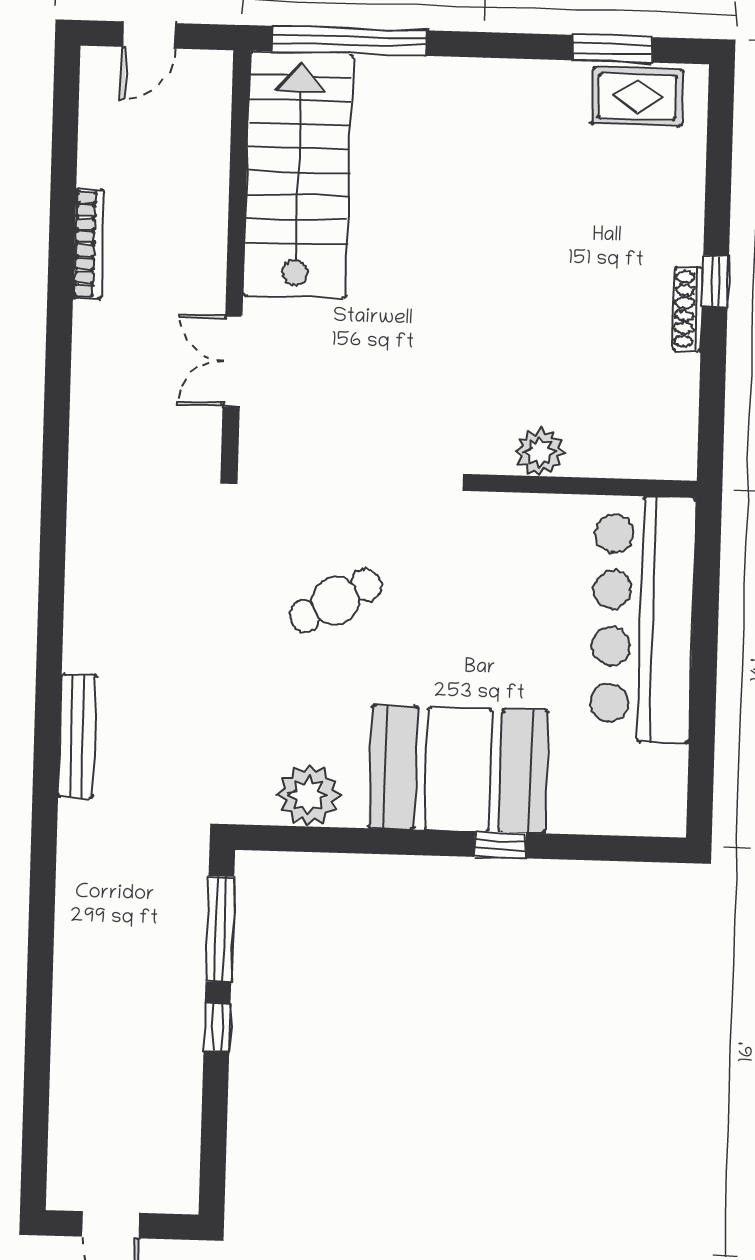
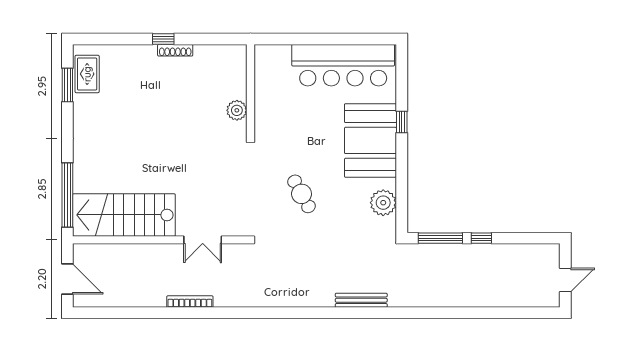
door: (149, 35) -> (67, 279), width x1.38
bookcase: (88, 244) -> (190, 302), moved
bar counter: (643, 619) -> (343, 65), moved

